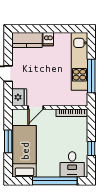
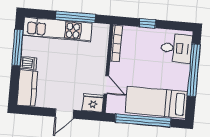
window: (61, 29) -> (18, 48), added
window: (8, 141) -> (143, 120), width x2.11
window: (91, 148) -> (147, 23), moved

